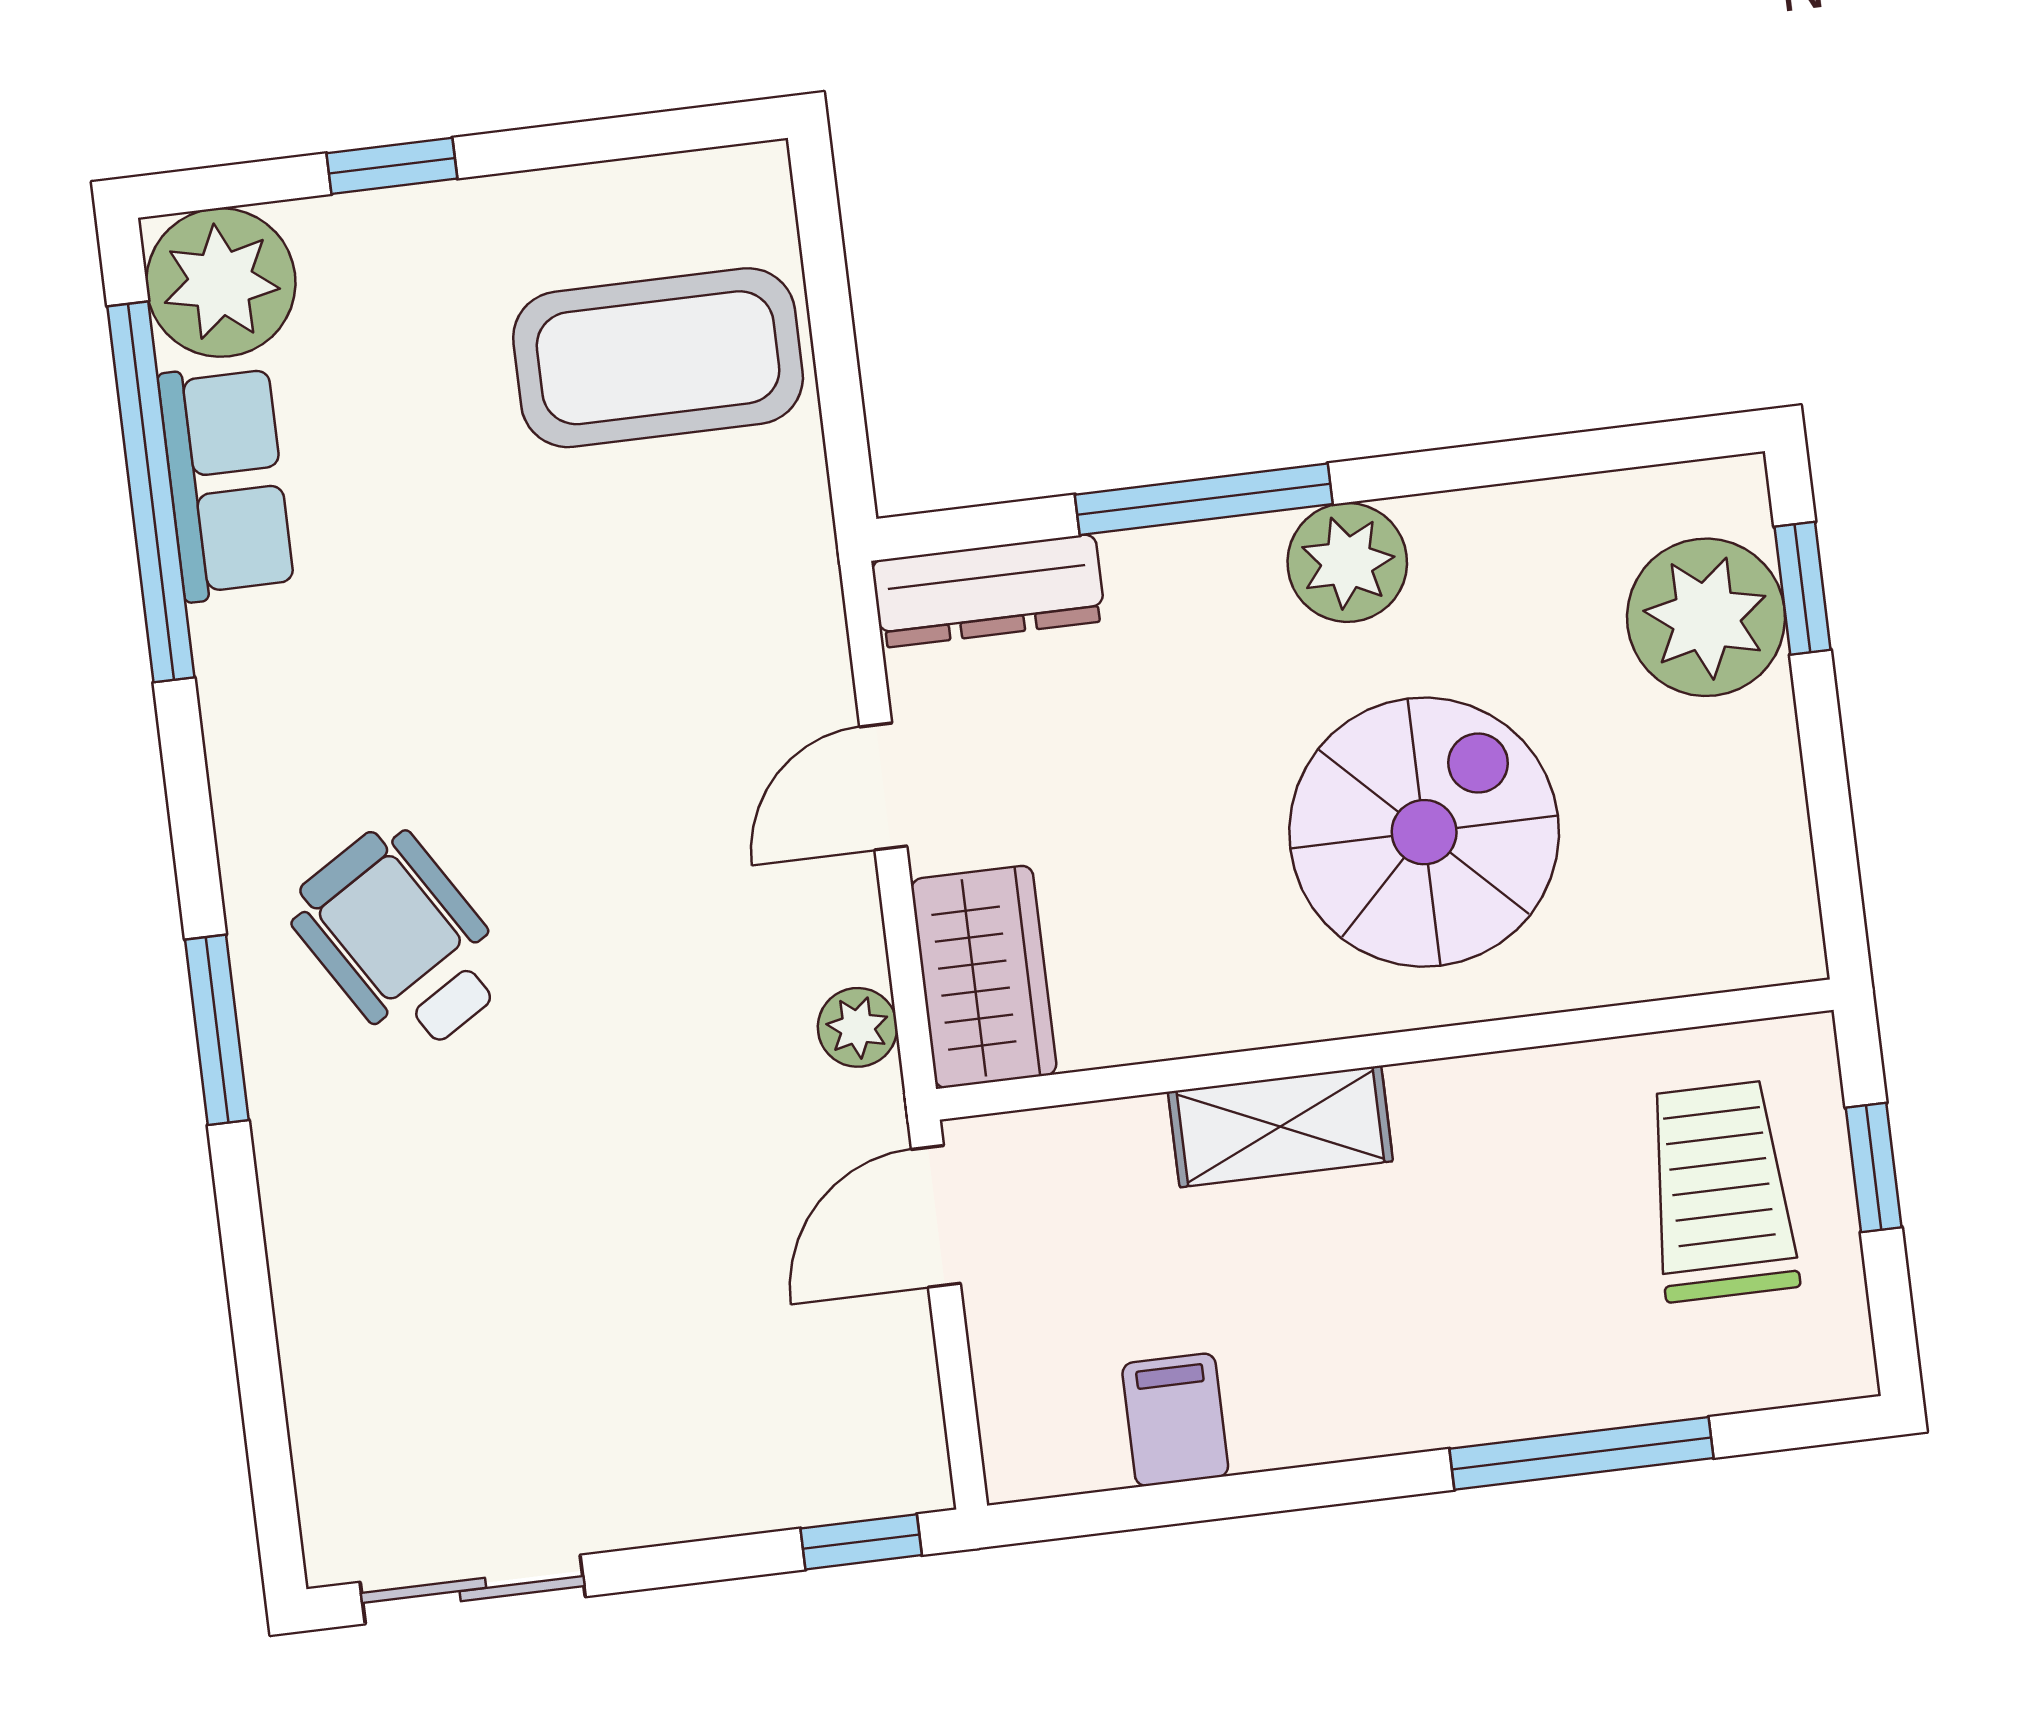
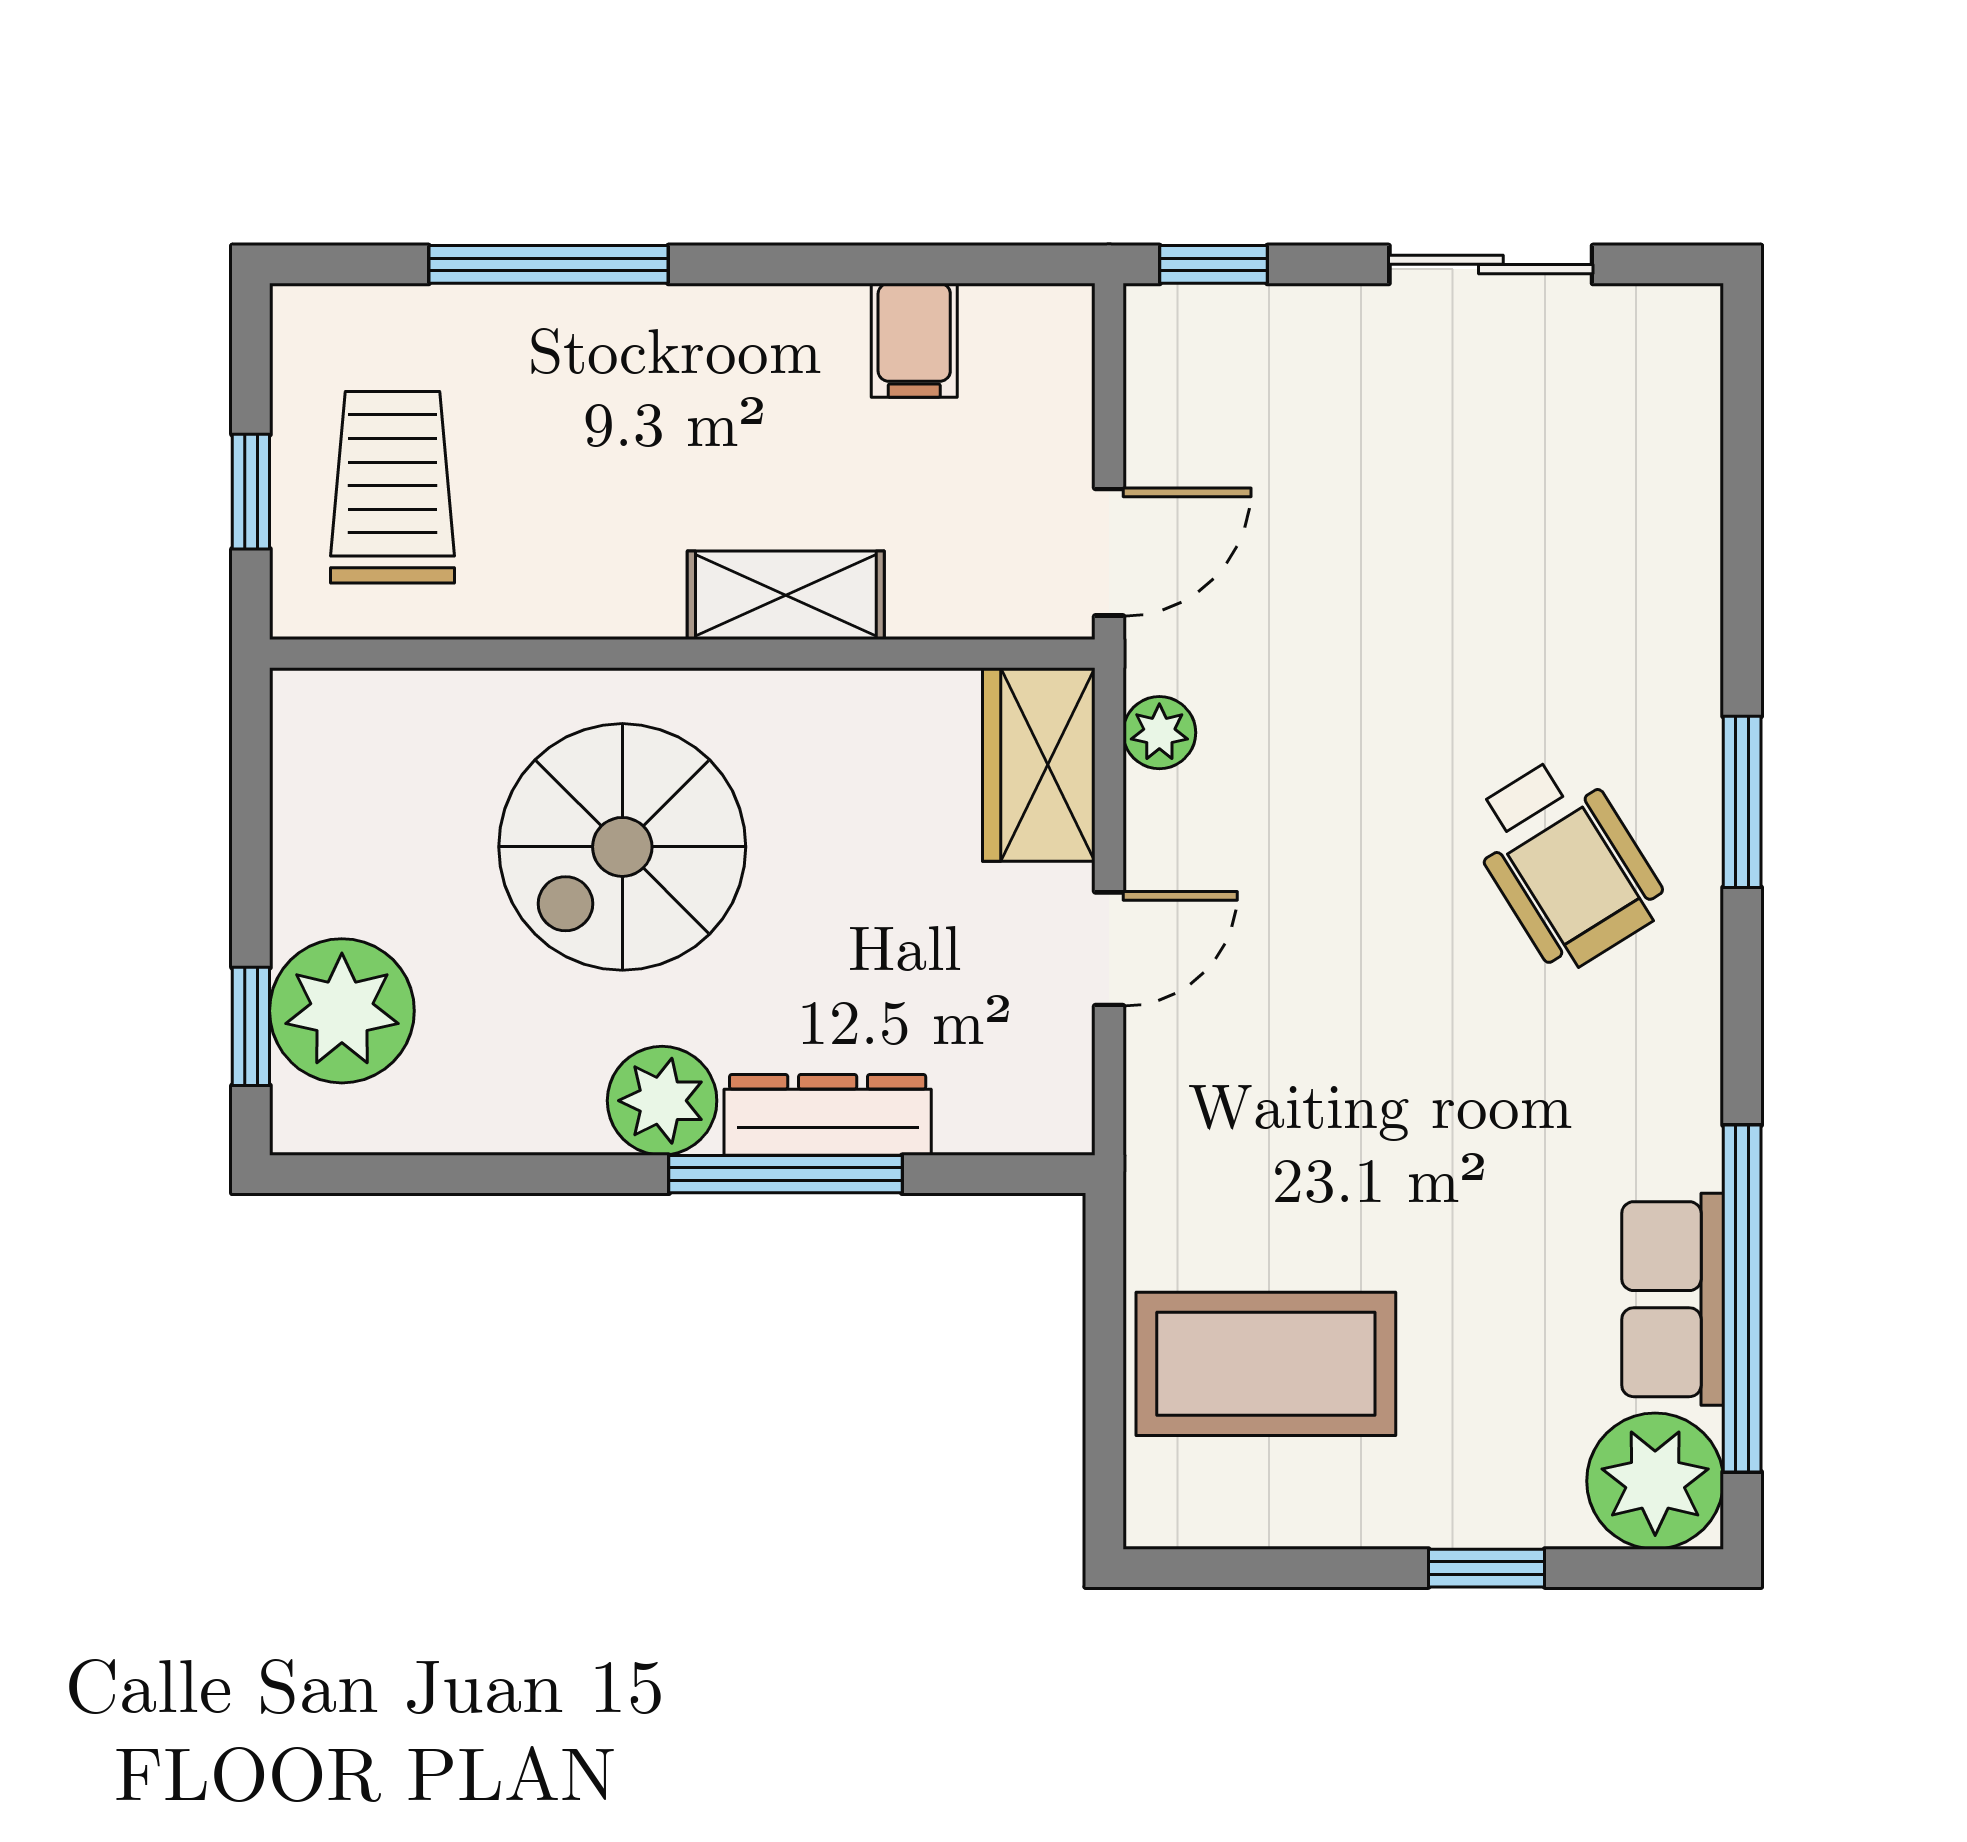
dresser: (988, 591) -> (828, 1115), moved
trolley: (1721, 1191) -> (392, 487), turned 180
sliding door: (473, 1589) -> (1491, 264), moved

